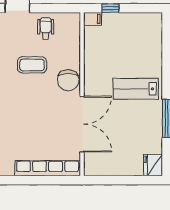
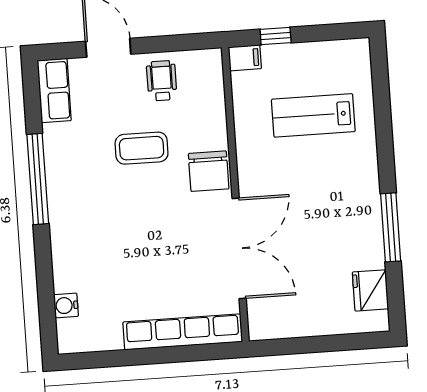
lab bench: (136, 89) -> (313, 115), moved
fridge: (153, 165) -> (370, 290), moved

